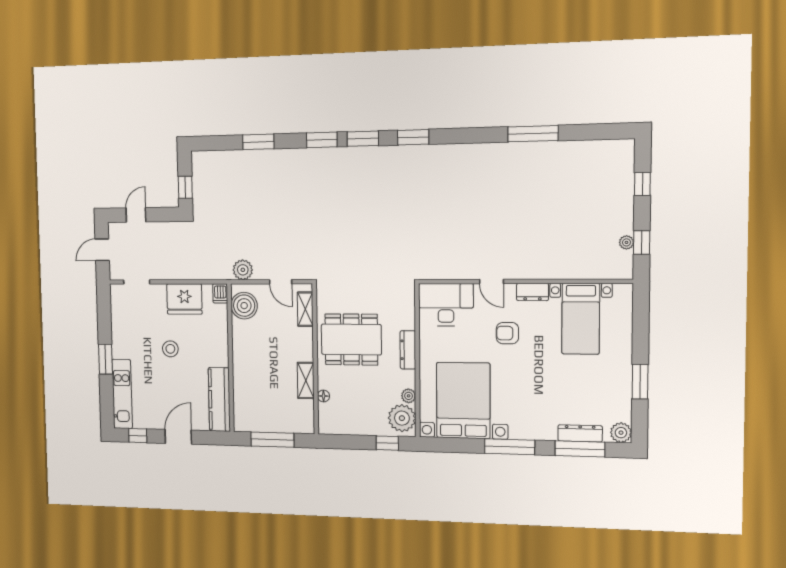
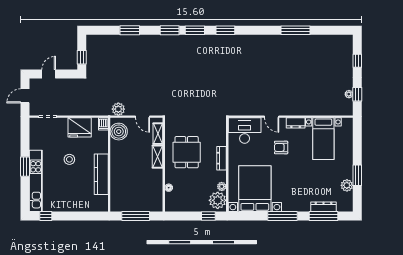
dining table: (351, 339) -> (187, 152), width x0.73
shelving: (306, 380) -> (158, 157), moved
kitchen unit: (122, 394) -> (36, 181), width x1.36
kitchen counter: (219, 399) -> (101, 174), moved
plant: (621, 433) -> (347, 185), moved
door: (178, 437) -> (73, 216), removed

